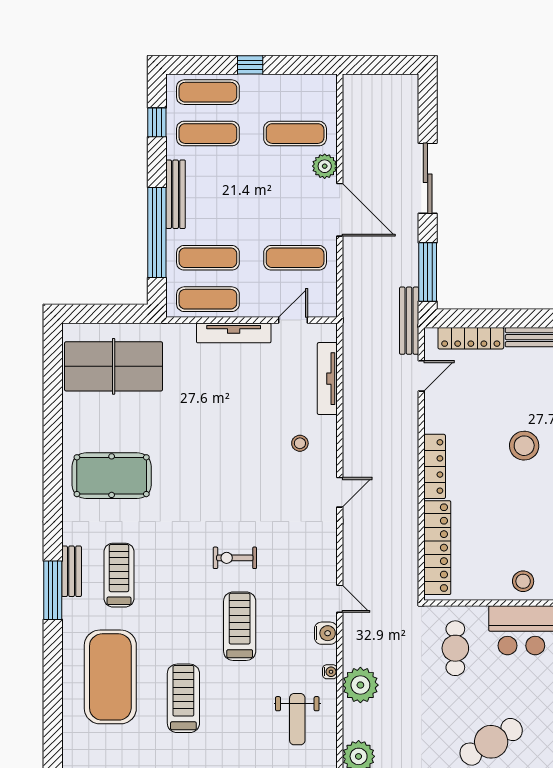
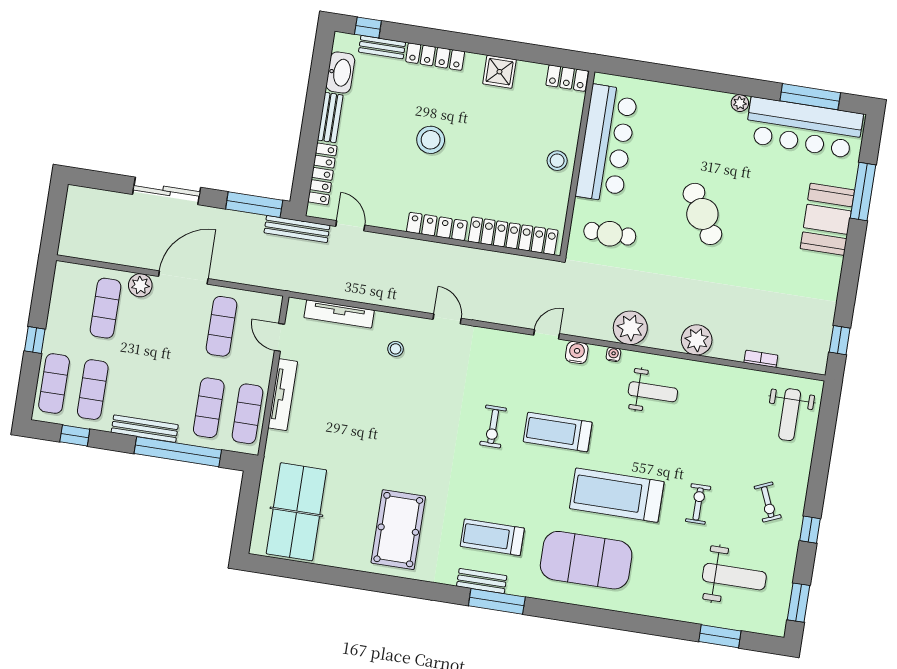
treadmill: (183, 698) -> (617, 495), width x1.37, depth x1.38

